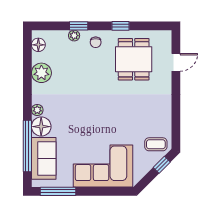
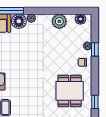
window: (120, 26) -> (95, 102), moved
dining table: (134, 59) -> (70, 91), turned 90

